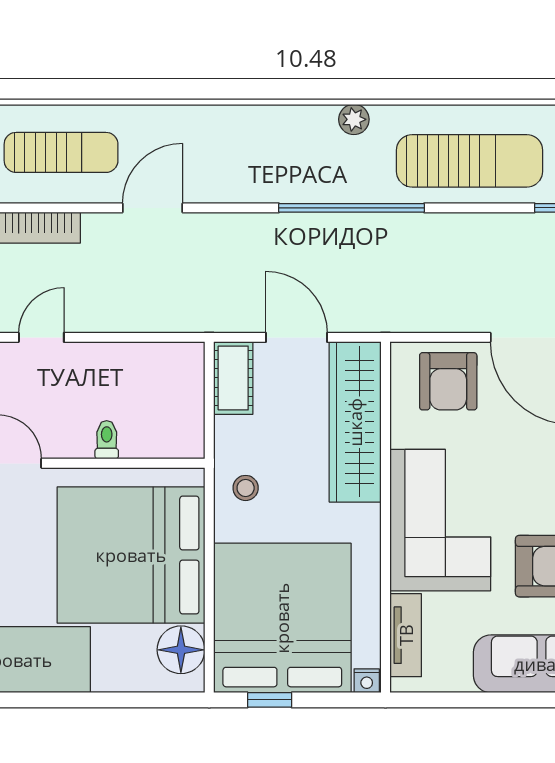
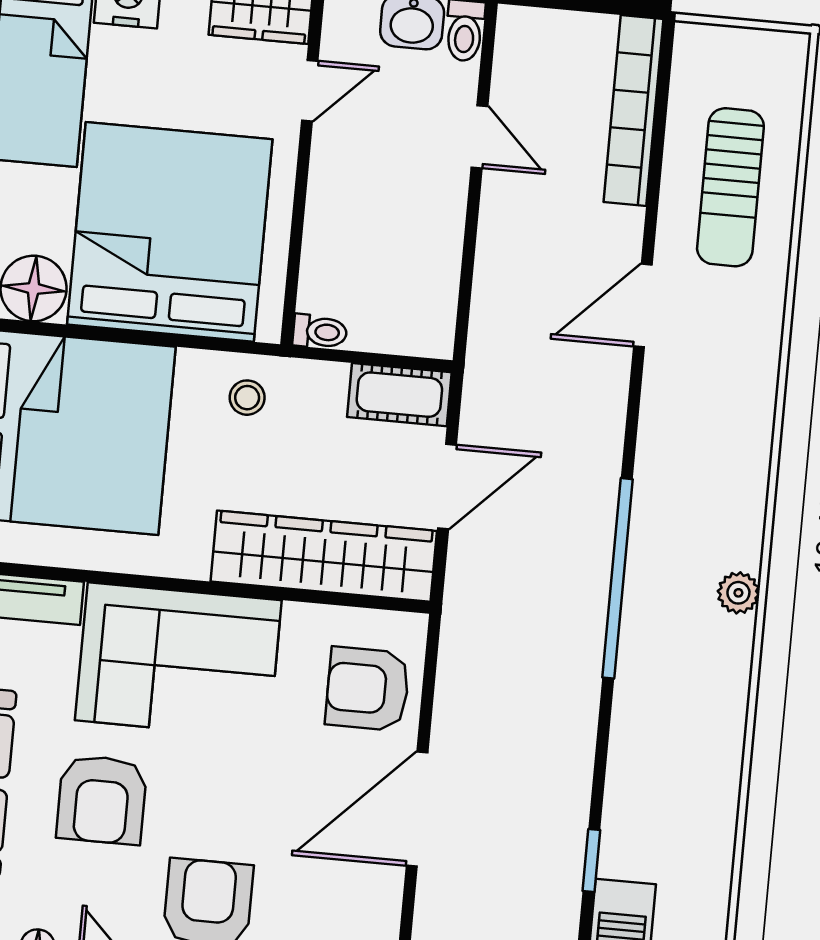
sun lounger: (469, 161) -> (667, 746), removed
door: (152, 208) -> (643, 306), swing flipped
toilet: (107, 440) -> (320, 332), moved

